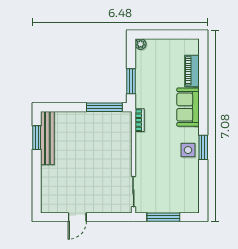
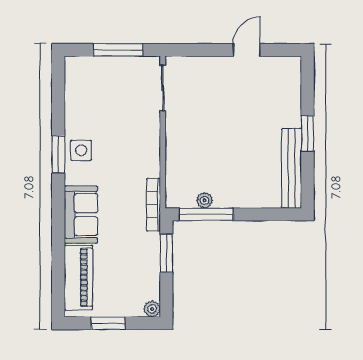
window: (170, 34) -> (108, 323), added
piano: (192, 71) -> (78, 277), width x1.37, depth x1.33
plant: (105, 117) -> (205, 200), added
bookcase: (140, 120) -> (153, 205), width x1.56
window: (37, 138) -> (307, 133), moved

